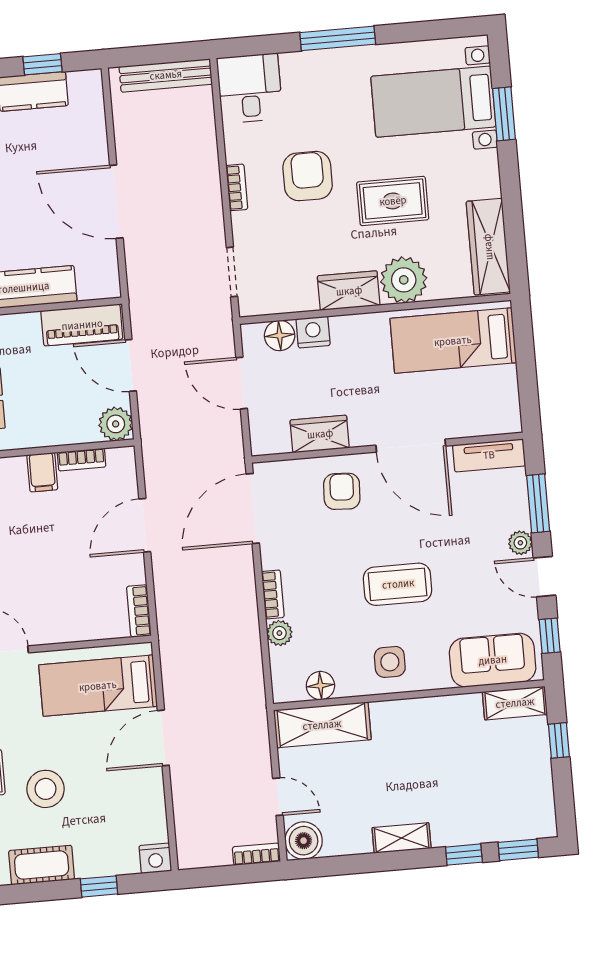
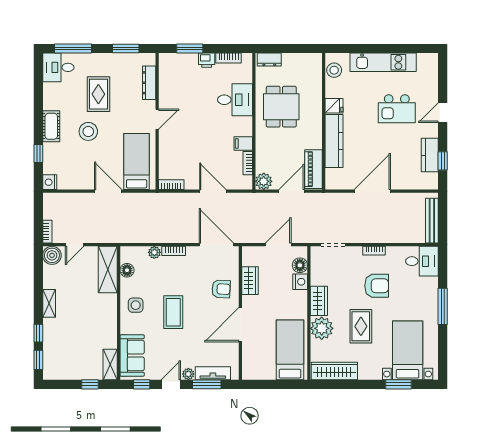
tv unit: (489, 455) -> (213, 373), moved, turned 90

